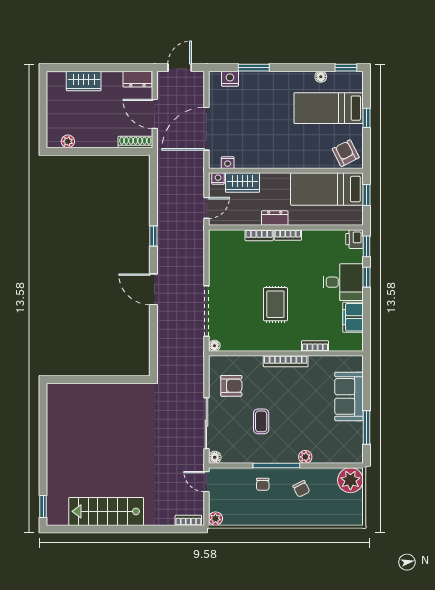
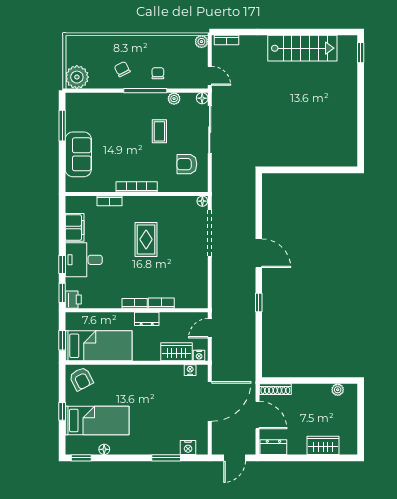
plant: (305, 457) -> (174, 99), moved

